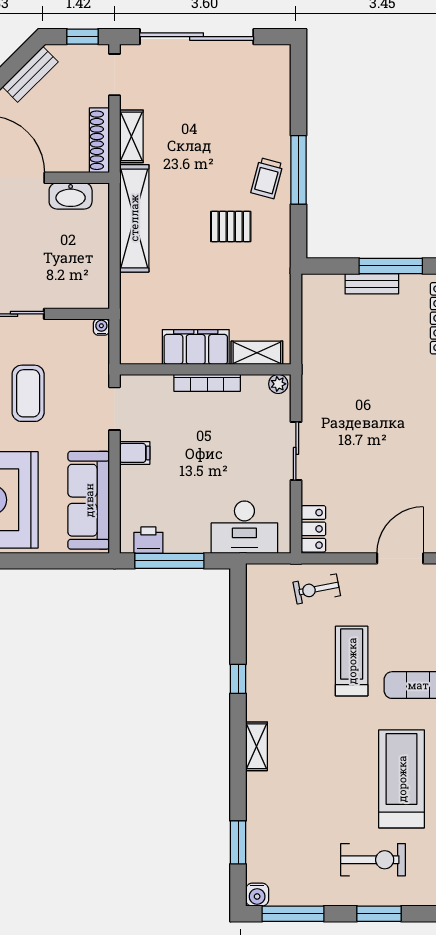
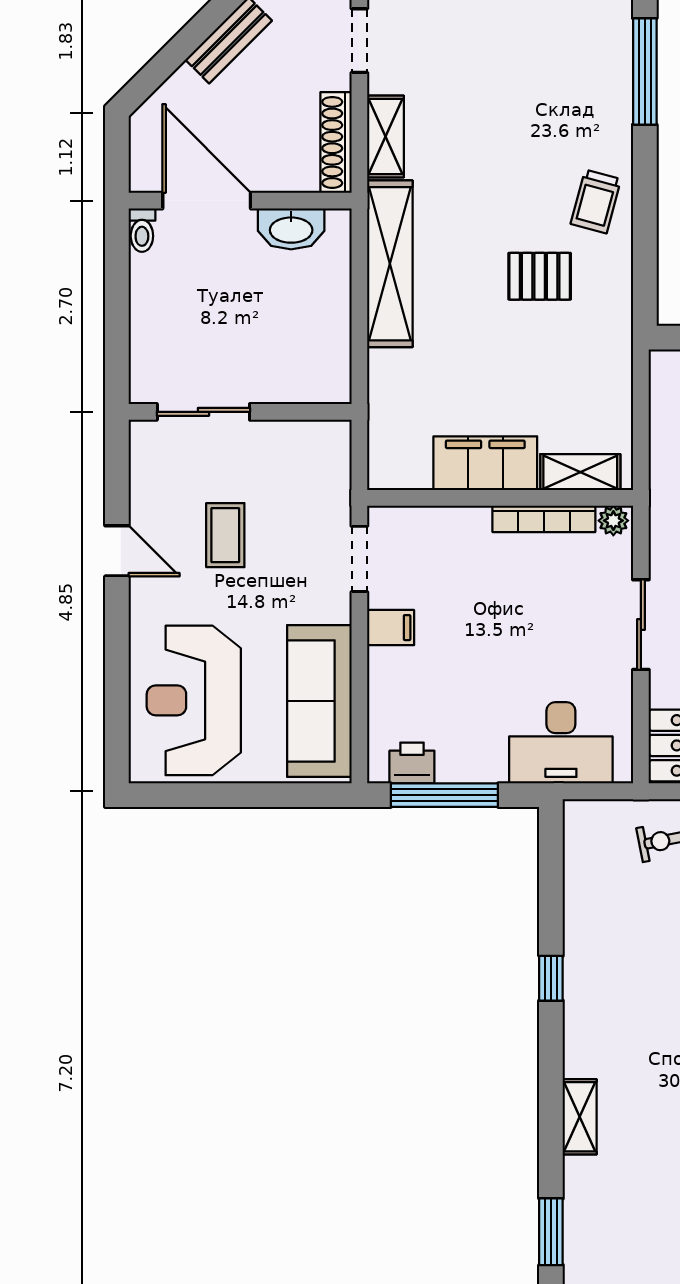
window: (299, 170) -> (645, 71), moved
water cooler: (101, 327) -> (339, 432), removed
bookcase: (207, 383) -> (544, 519), moved
coffee table: (28, 393) -> (225, 535), width x0.73, depth x0.77
shelving: (257, 746) -> (580, 1117), moved

